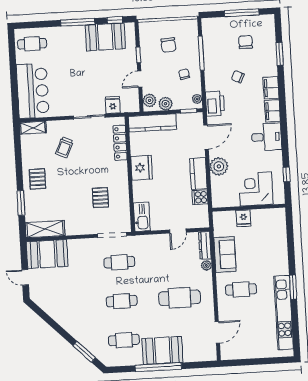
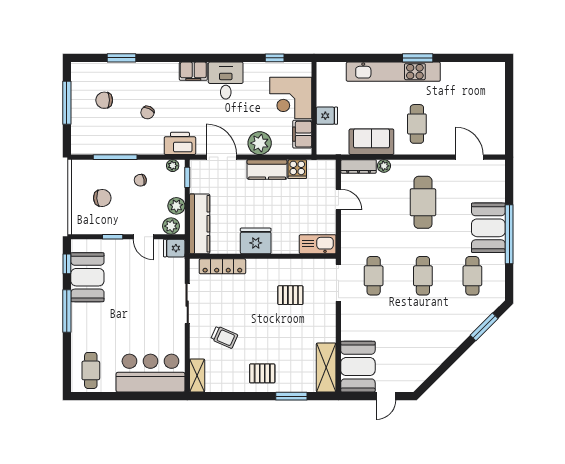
filing cabinet: (271, 88) -> (302, 134), moved, turned 90
fridge: (113, 105) -> (174, 248), moved
kitchen unit: (284, 313) -> (393, 72), moved

